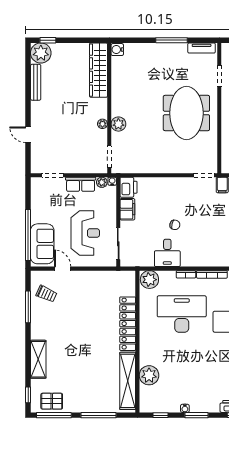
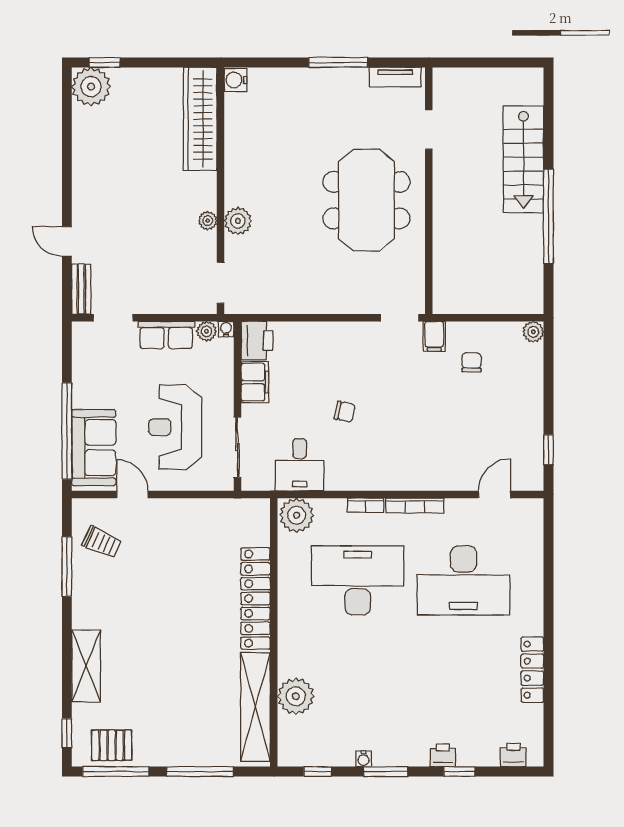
bench: (36, 82) -> (81, 289), moved, width x0.73
reception desk: (85, 233) -> (175, 427), turned 180
desk: (167, 253) -> (300, 465), moved

